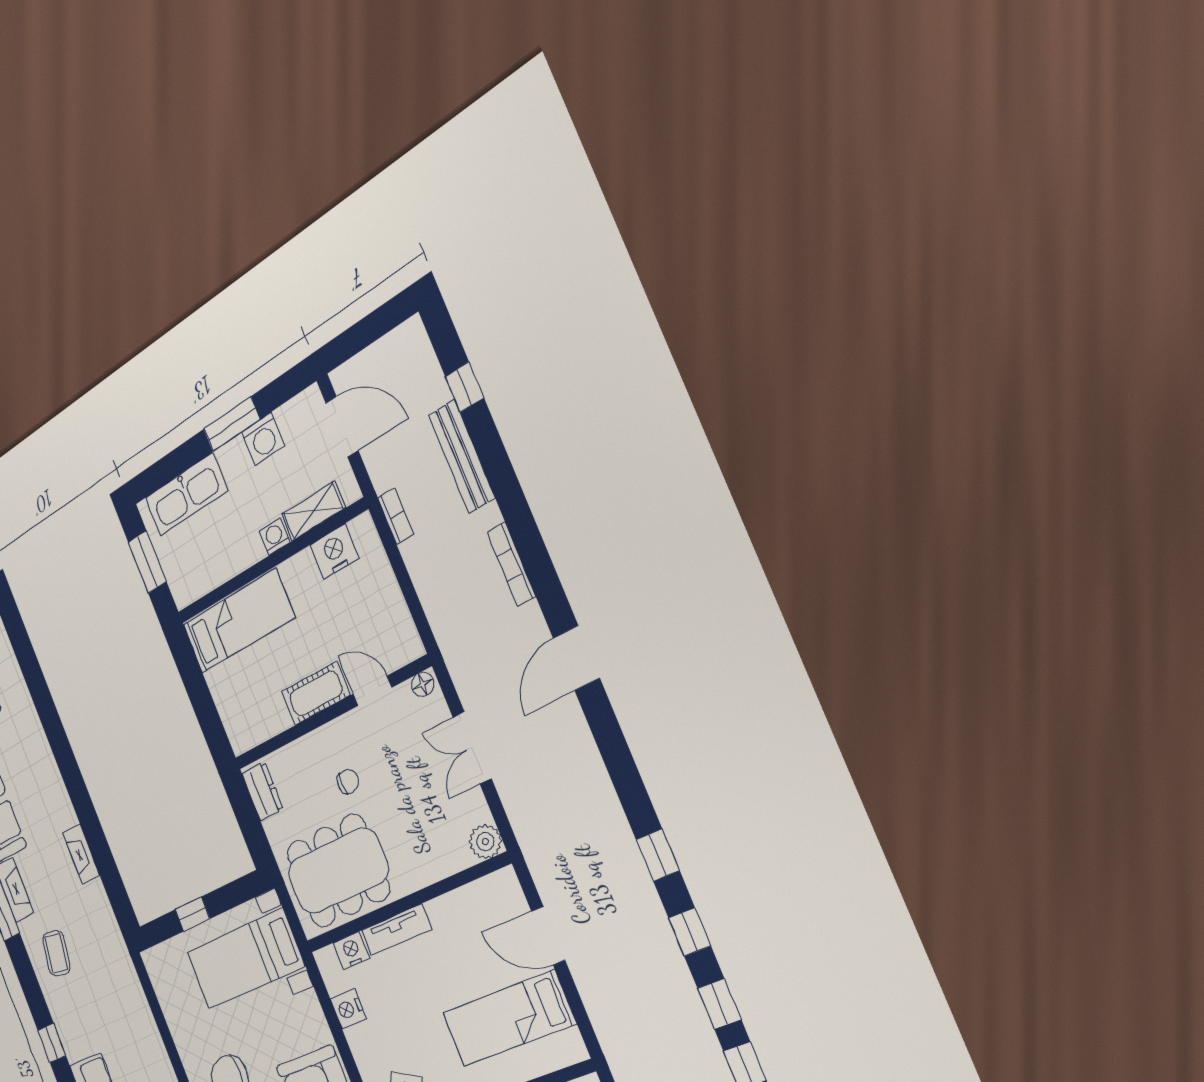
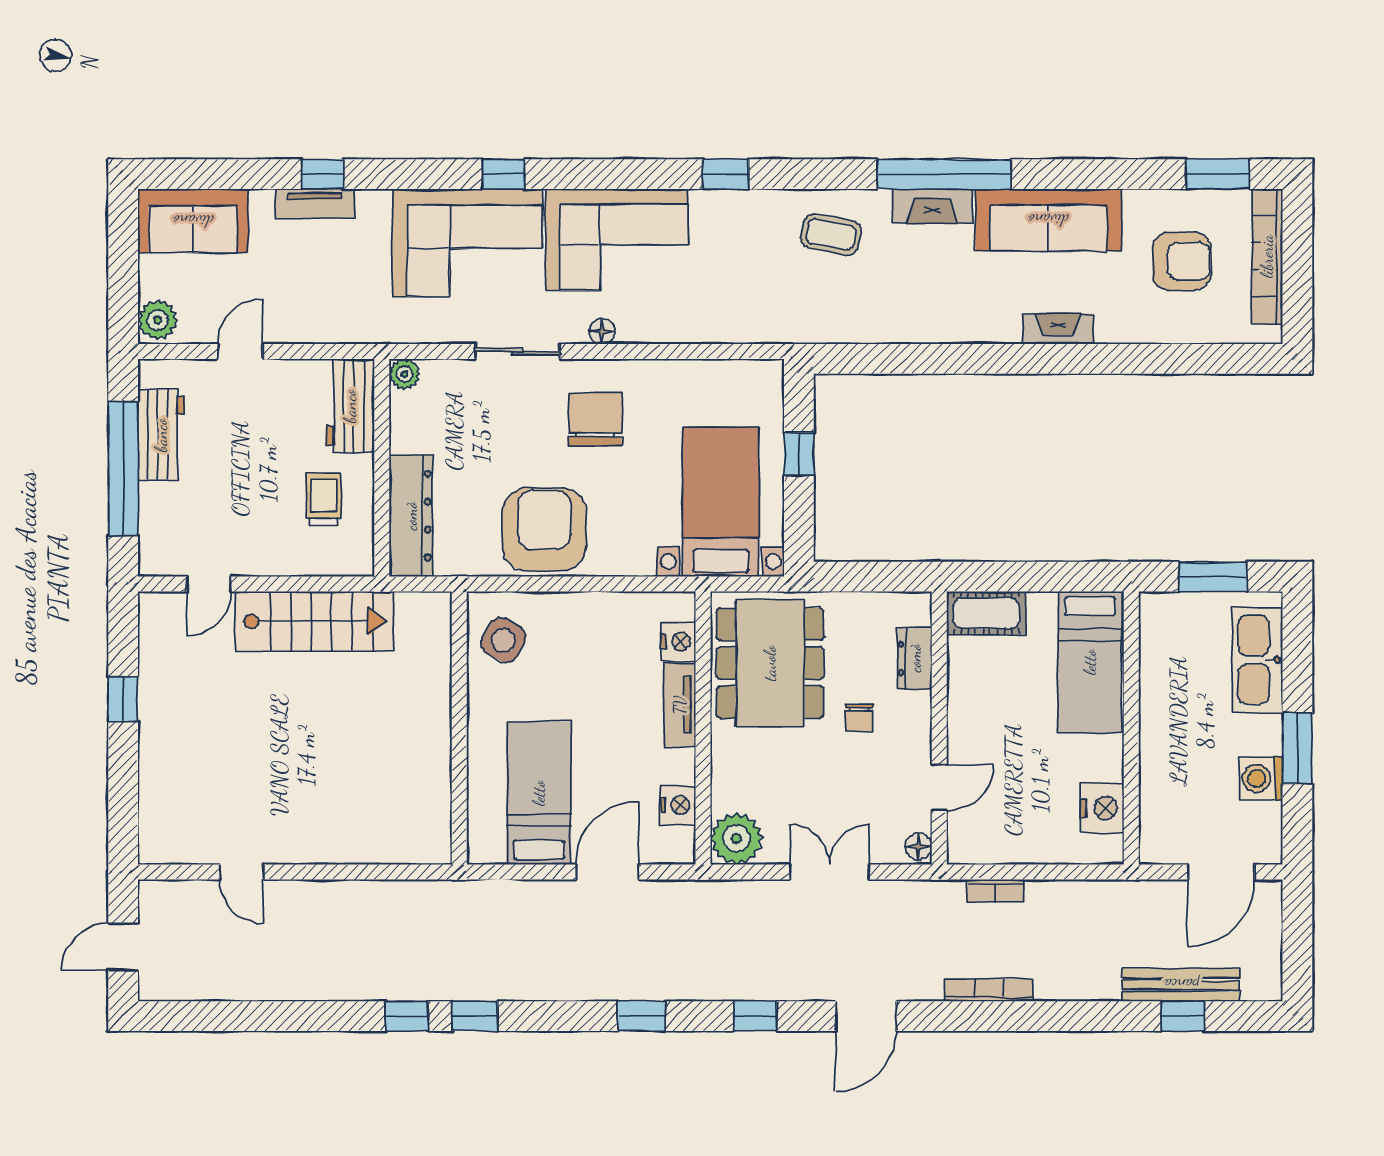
bench: (462, 456) -> (1181, 985), moved
shelving: (313, 511) -> (1156, 803), removed
bookcase: (396, 516) -> (995, 891), moved
washing machine: (275, 537) -> (1154, 746), removed
door: (576, 658) -> (866, 1016), swing flipped
cot: (316, 693) -> (986, 613), moved, turned 90
dresser: (262, 791) -> (915, 658), moved, turned 90
plant: (485, 842) -> (736, 839), width x1.36, depth x1.36
fireplace: (81, 854) -> (1058, 329), moved
window: (690, 932) -> (755, 1016), moved
nightstand: (348, 1009) -> (678, 805), moved, turned 90

